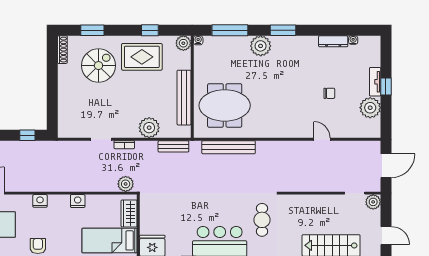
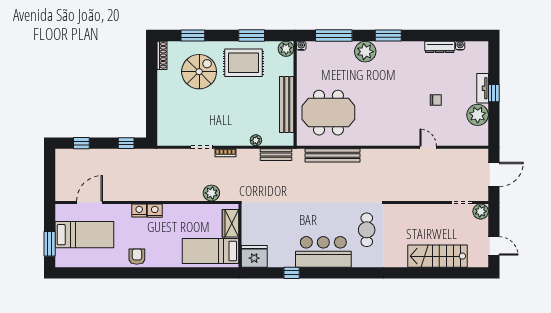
window: (150, 30) -> (252, 35), width x1.50
plant: (149, 128) -> (256, 140), width x0.53, depth x0.53
plant: (126, 184) -> (211, 193), moved
nightstand: (78, 201) -> (155, 211), moved

